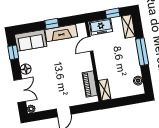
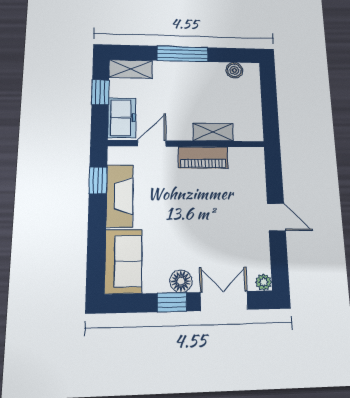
window: (52, 24) -> (98, 180), moved
door: (90, 44) -> (152, 143), swing flipped
window: (13, 52) -> (172, 302), moved
piano: (90, 84) -> (203, 157), moved
shelving: (105, 90) -> (213, 132), moved

